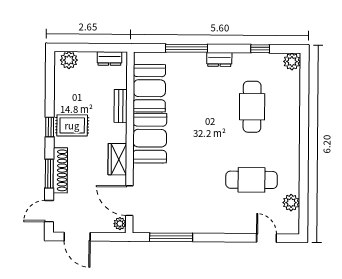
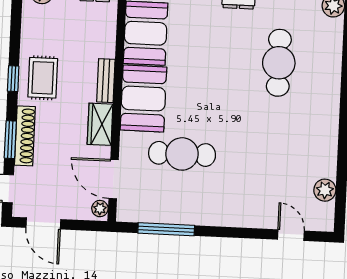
bench: (121, 106) -> (106, 81), moved
rug: (72, 125) -> (43, 78), turned 90
cafe table: (252, 180) -> (182, 154), moved

